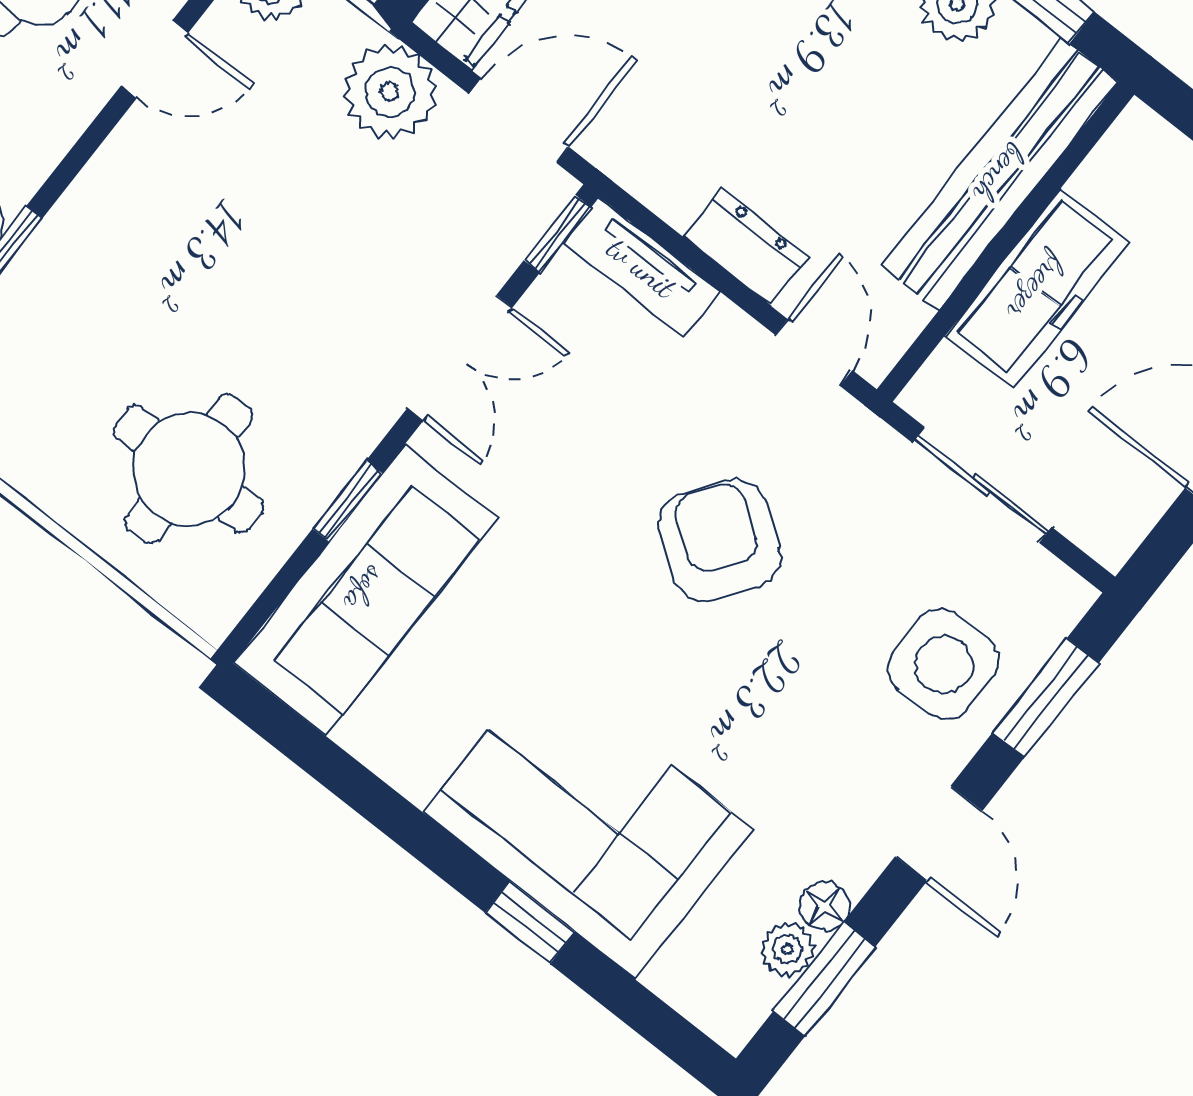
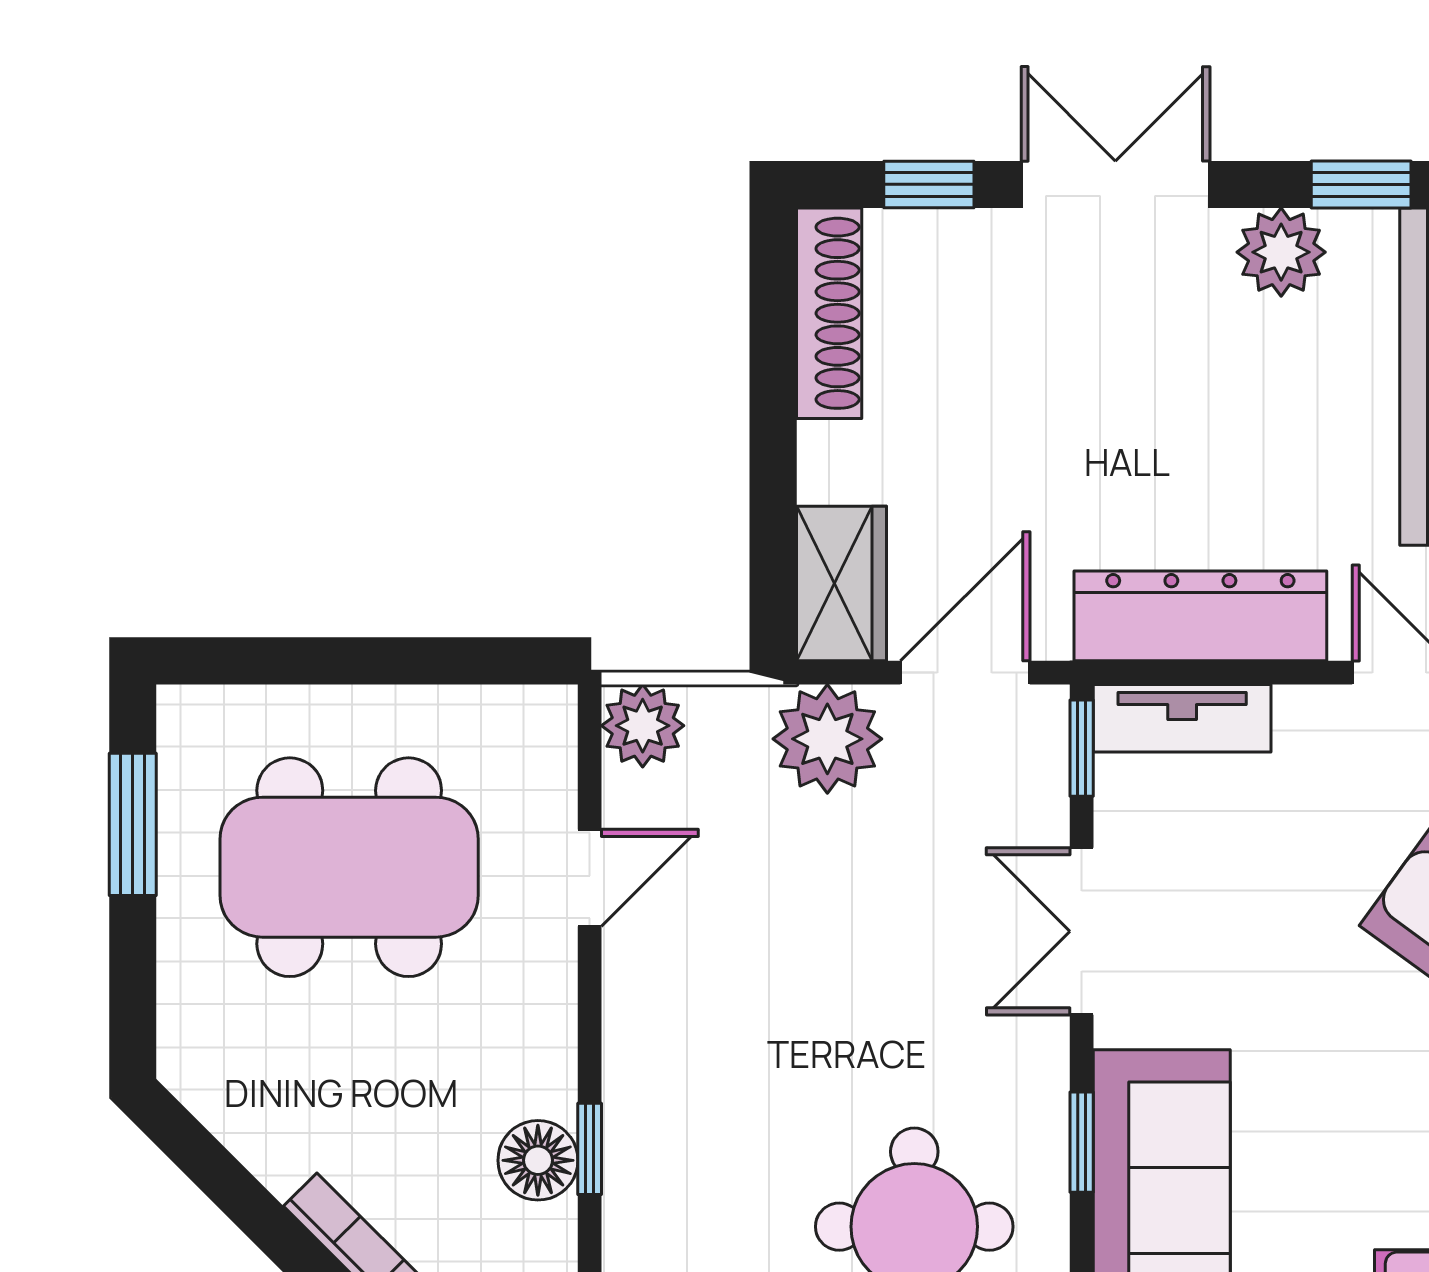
dresser: (746, 247) -> (1200, 616), width x1.96, depth x1.24
double door: (460, 358) -> (1082, 931), swing flipped

